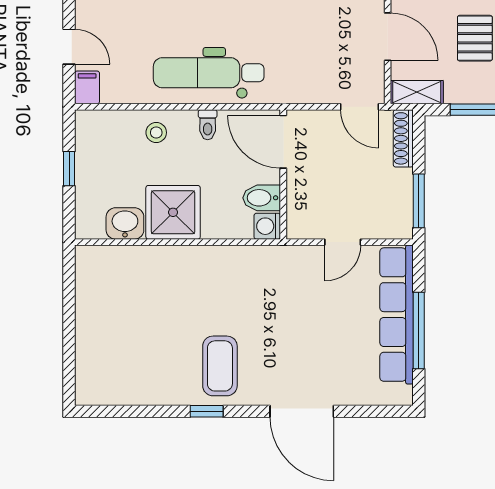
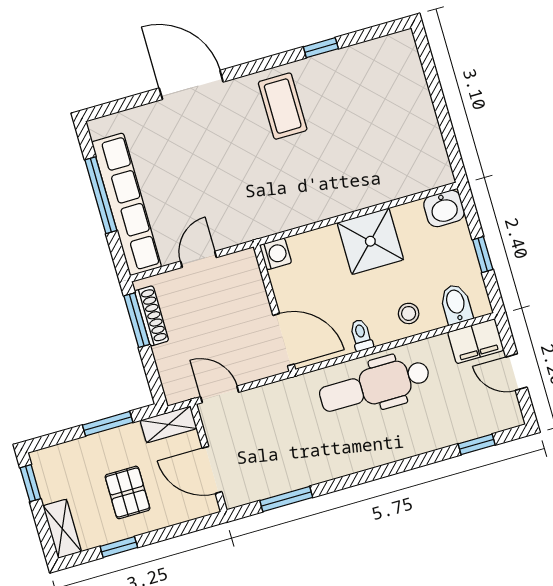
dental chair: (209, 73) -> (374, 386), turned 180
filing cabinet: (87, 87) -> (476, 341), width x2.00
shoe rack: (403, 138) -> (152, 316), moved
bidet: (262, 198) -> (456, 304), moved, turned -90
washbasin: (125, 223) -> (444, 208), moved
window: (207, 411) -> (321, 48), moved

